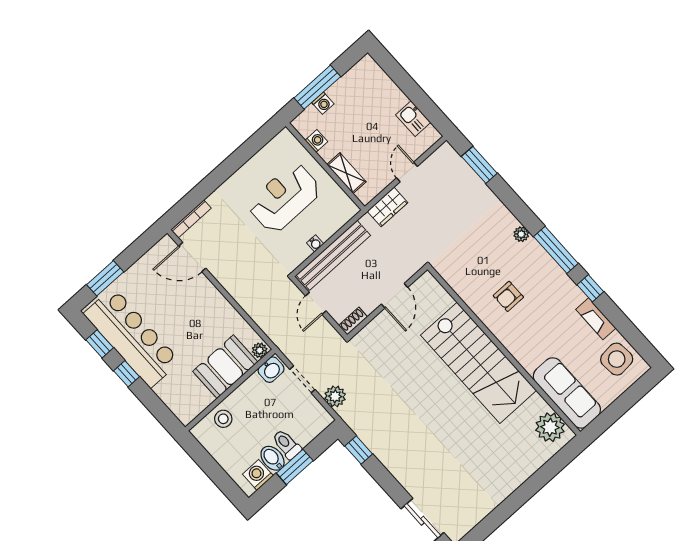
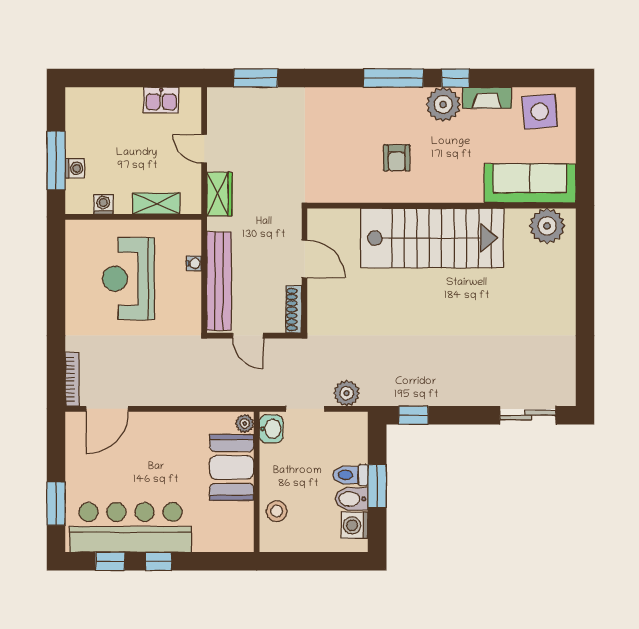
plant: (521, 234) -> (443, 104), moved, width x1.88, depth x1.88
water cooler: (315, 243) -> (194, 263), moved
shoe rack: (353, 321) -> (294, 309), width x1.43

